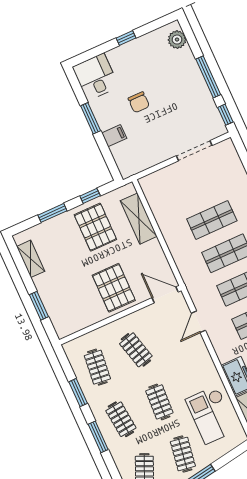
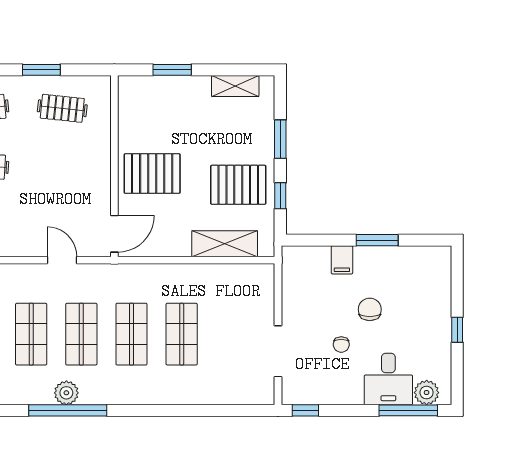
desk: (96, 77) -> (388, 379), moved, turned 90
window: (208, 77) -> (408, 410), moved
chair: (139, 102) -> (370, 309), turned 90
chair: (171, 111) -> (341, 345), added
clothes rail: (136, 350) -> (62, 166), removed

